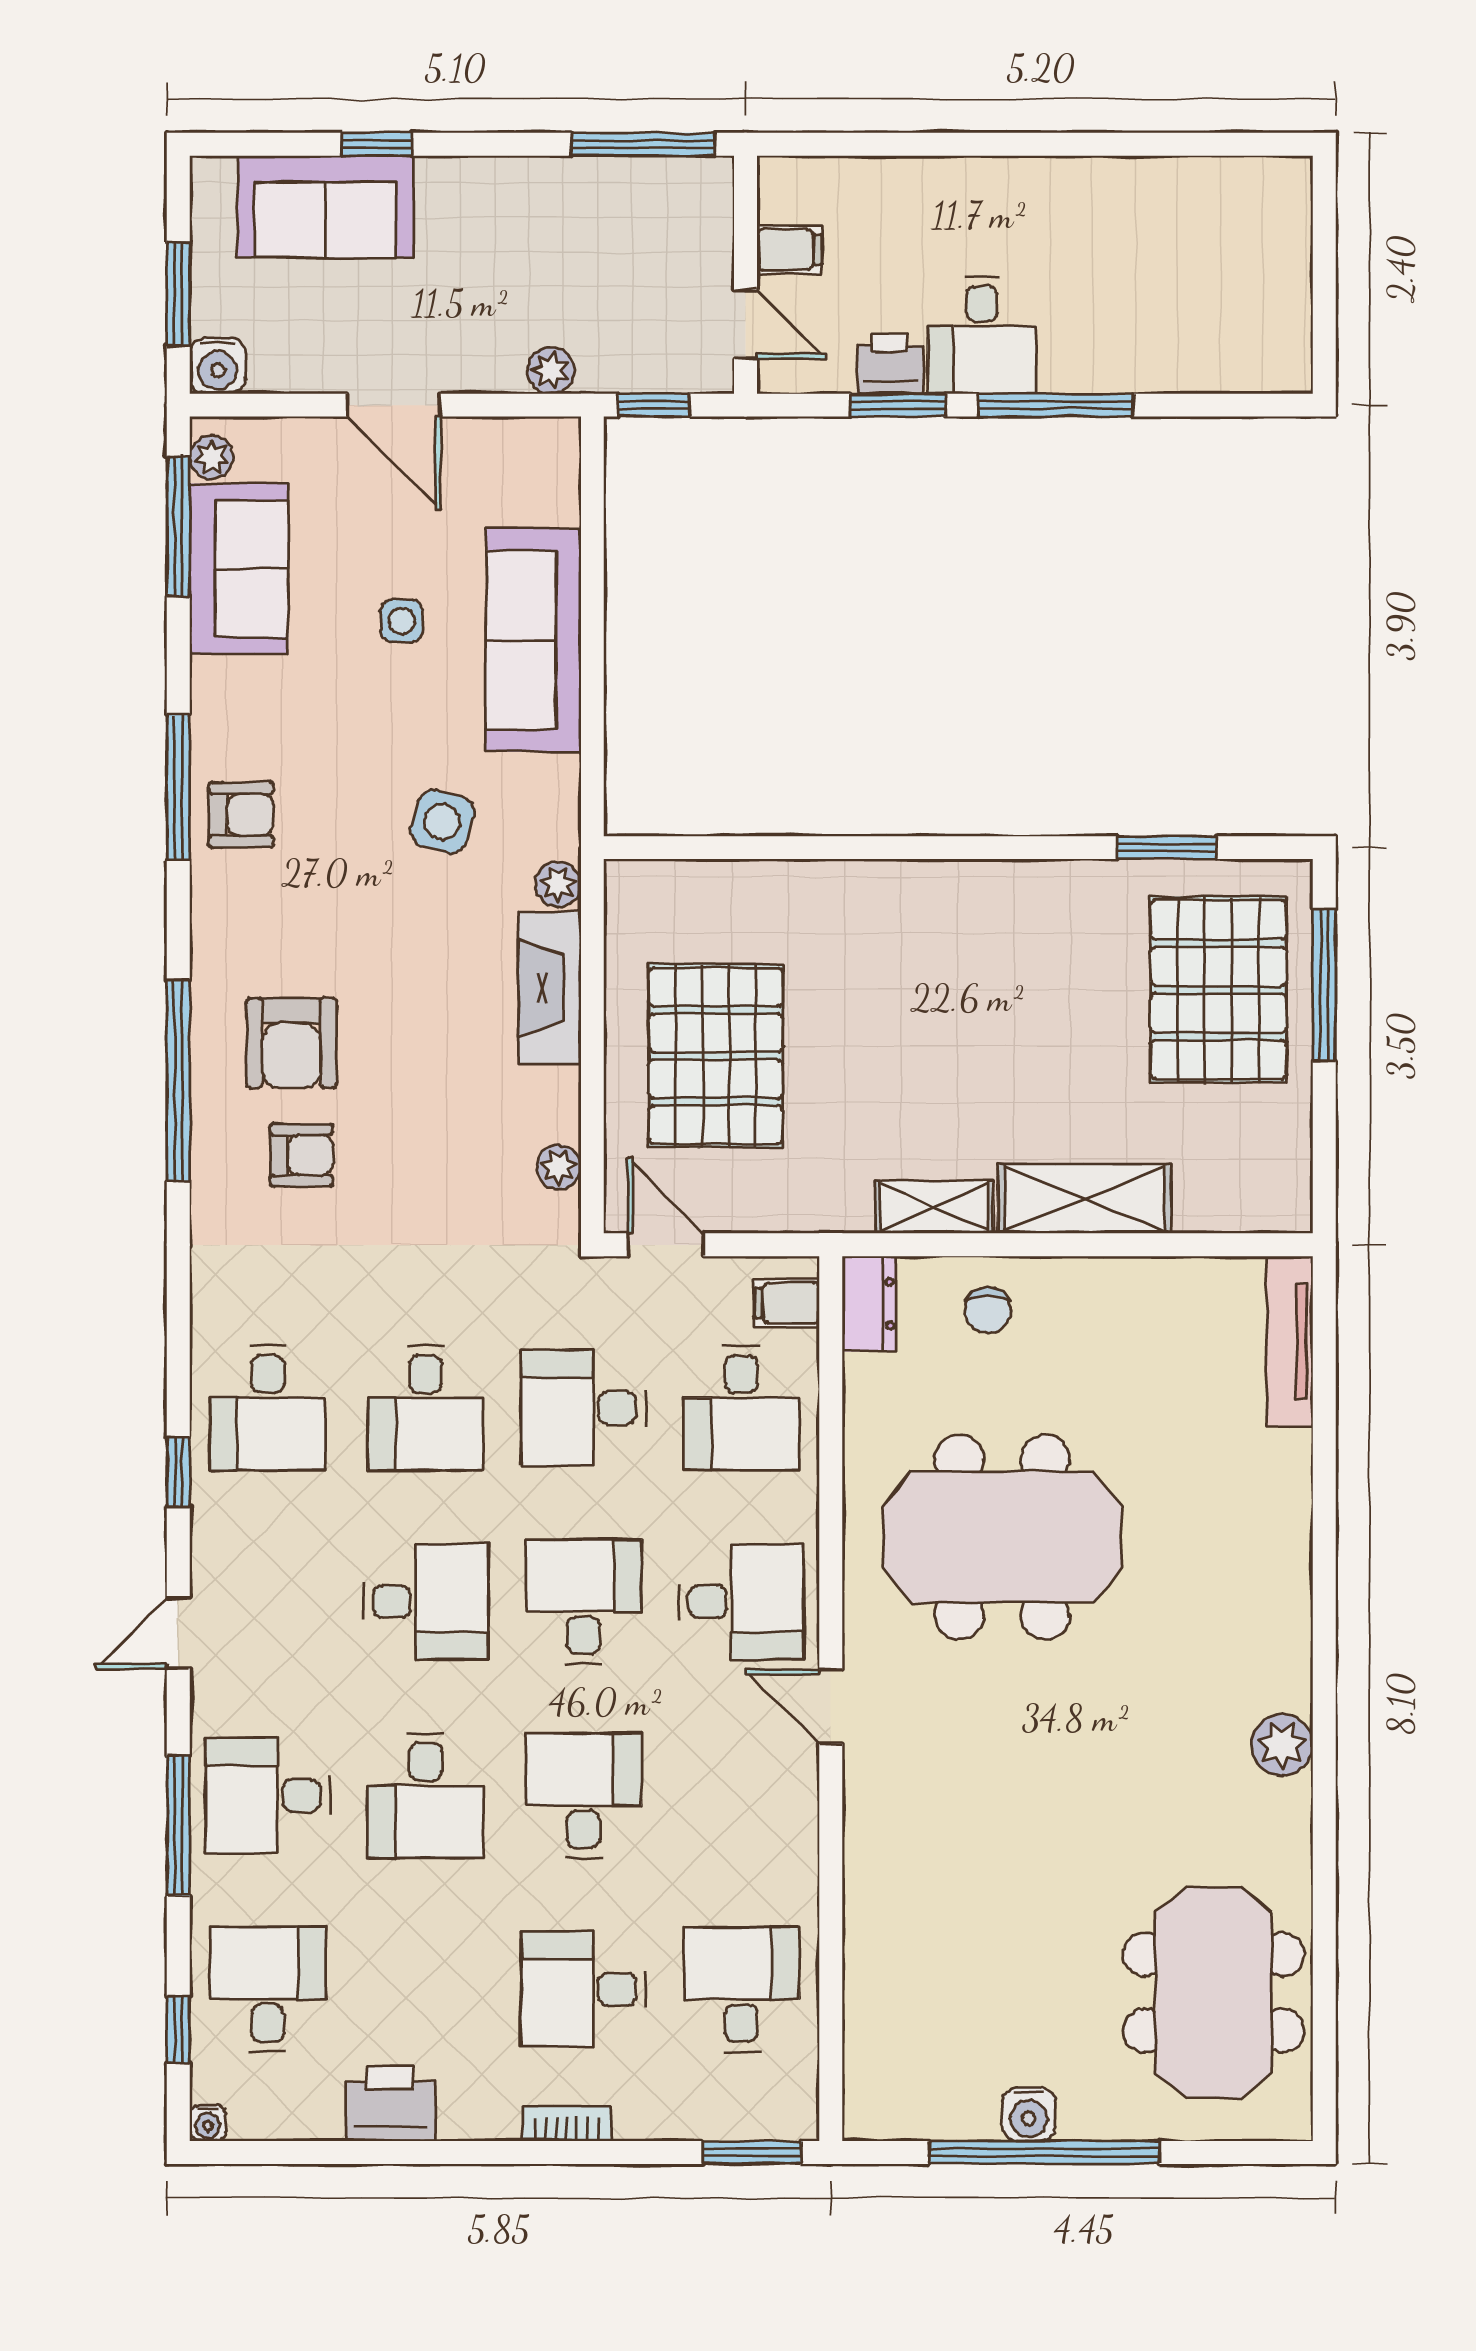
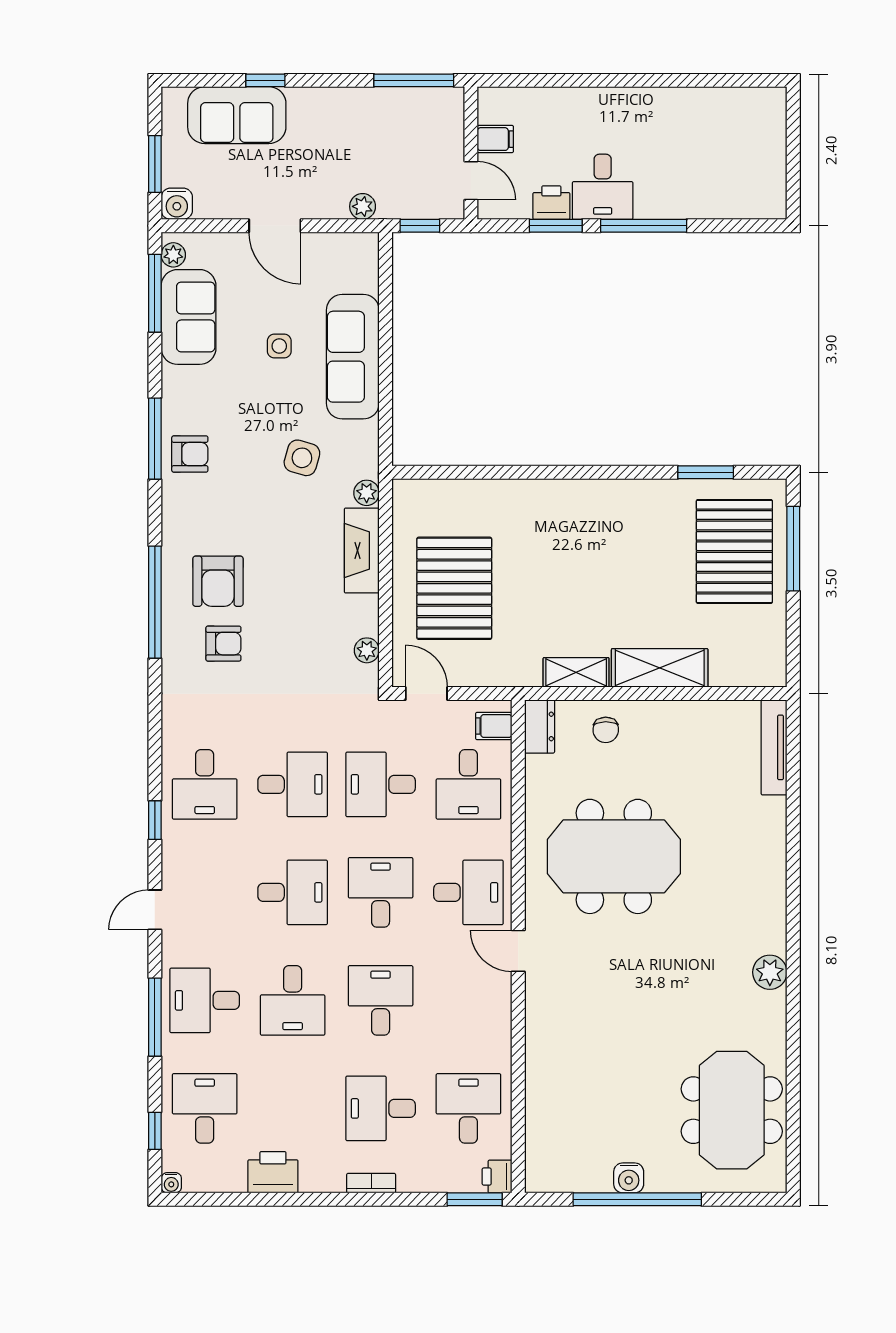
desk: (426, 1408) -> (293, 784), turned -90
printer: (793, 2112) -> (497, 1177), added

